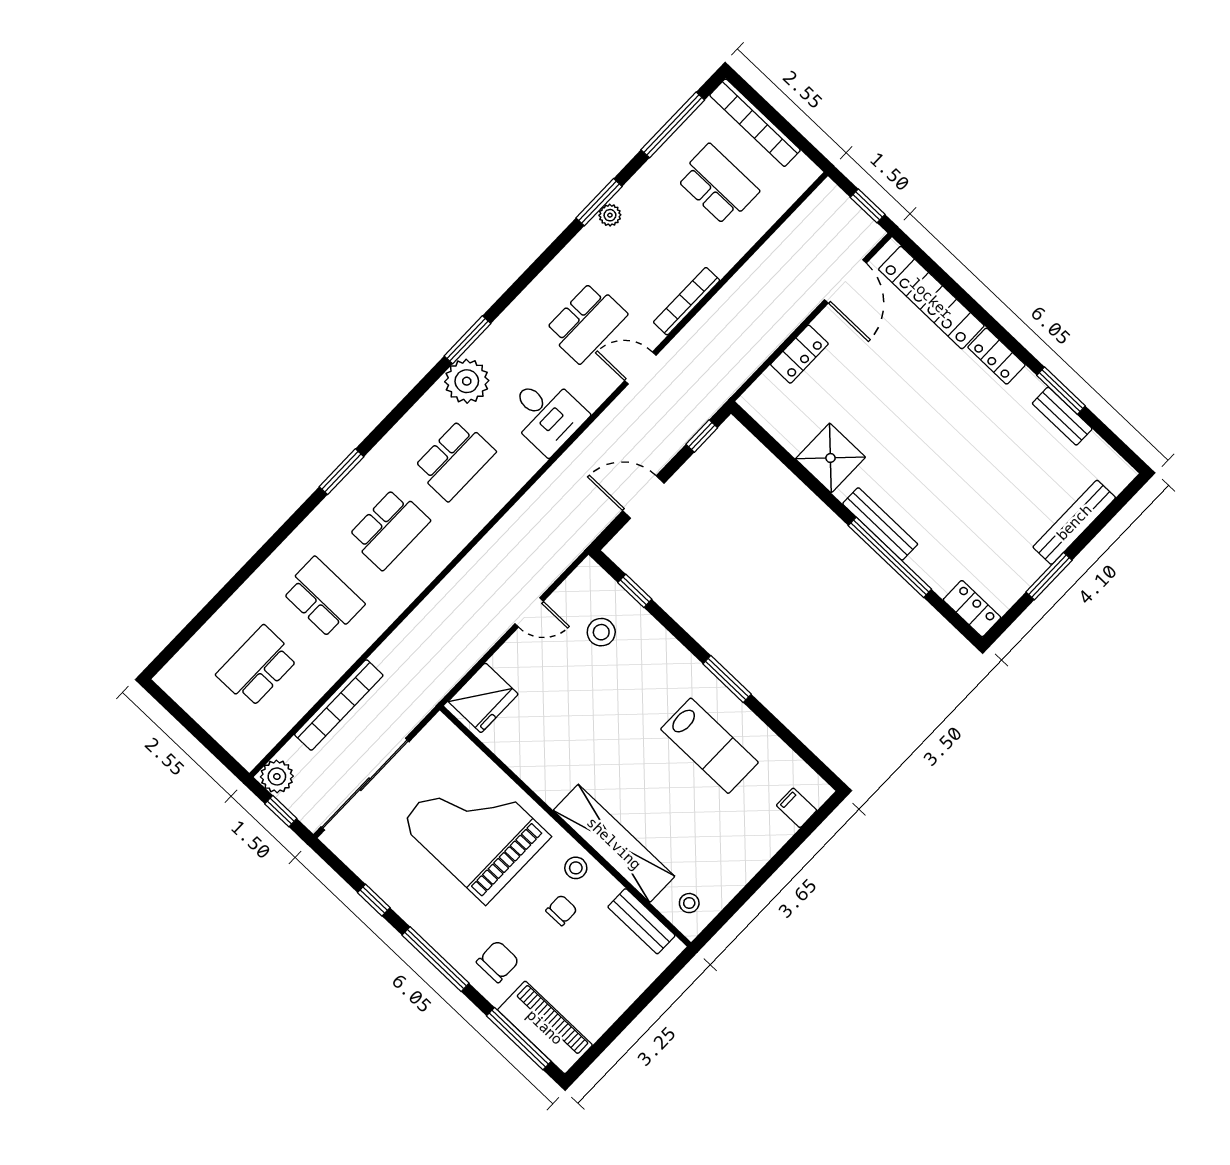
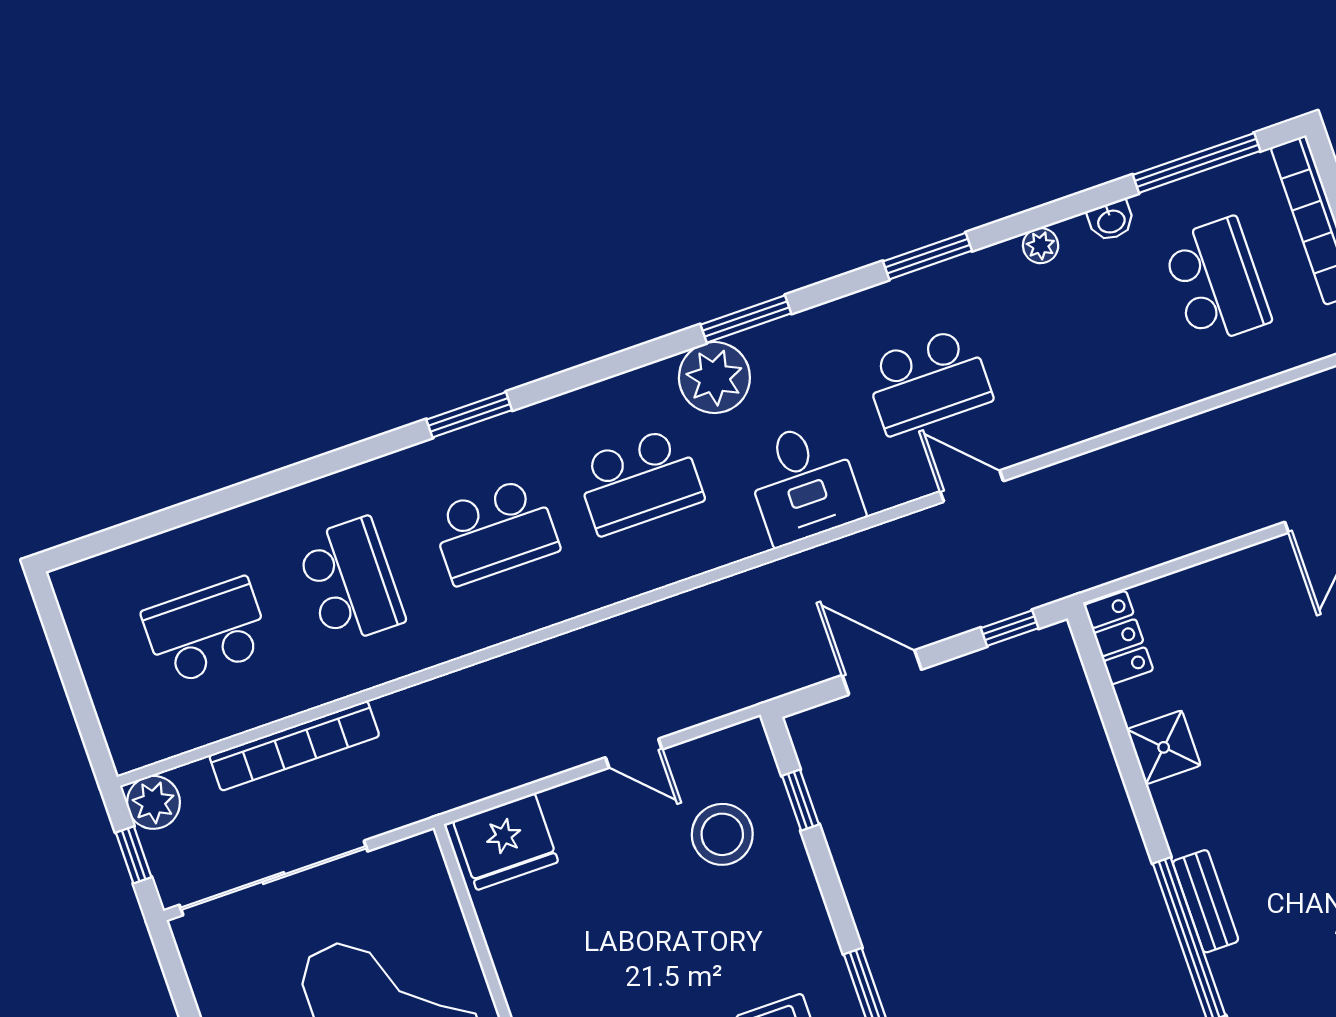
washbasin: (642, 181) -> (1111, 221), added
window: (599, 202) -> (928, 256), moved
bookcase: (687, 301) -> (1087, 425), removed
locker: (799, 354) -> (1118, 638), moved, turned -90
shower: (830, 458) -> (1164, 747), width x0.73, depth x0.73
bench: (880, 524) -> (1206, 901), width x0.73
stool: (601, 632) -> (722, 834), width x1.38, depth x1.38

